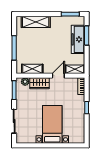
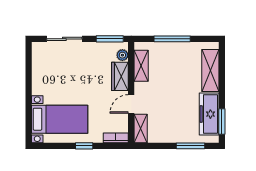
freezer: (78, 39) -> (209, 114), moved, turned -90
door: (58, 76) -> (131, 104), swing flipped
bed with nightstands: (52, 124) -> (60, 119), moved

